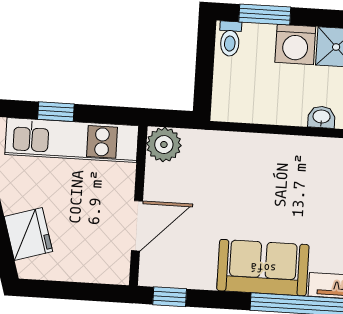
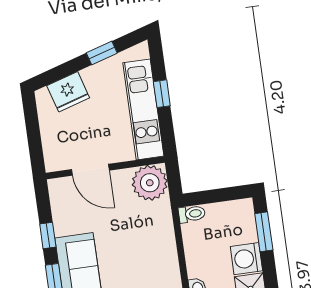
toilet: (230, 39) -> (192, 214), moved, turned 180
plant: (164, 145) -> (150, 183), width x1.36, depth x1.36
window: (170, 297) -> (48, 235), moved

